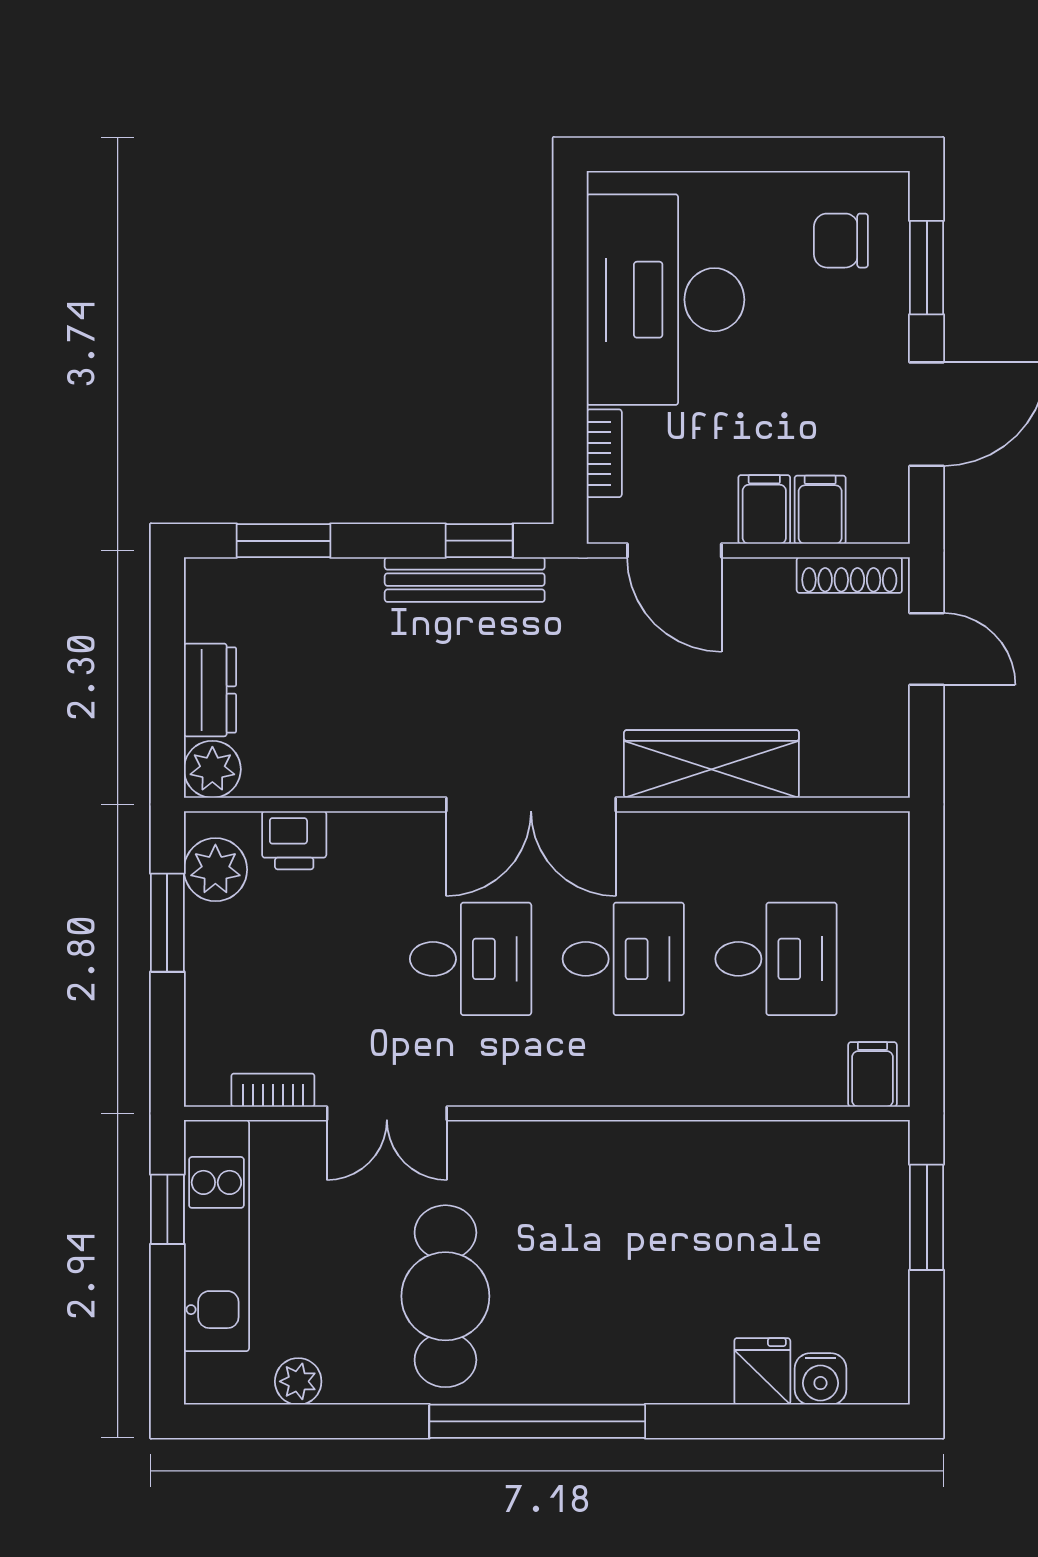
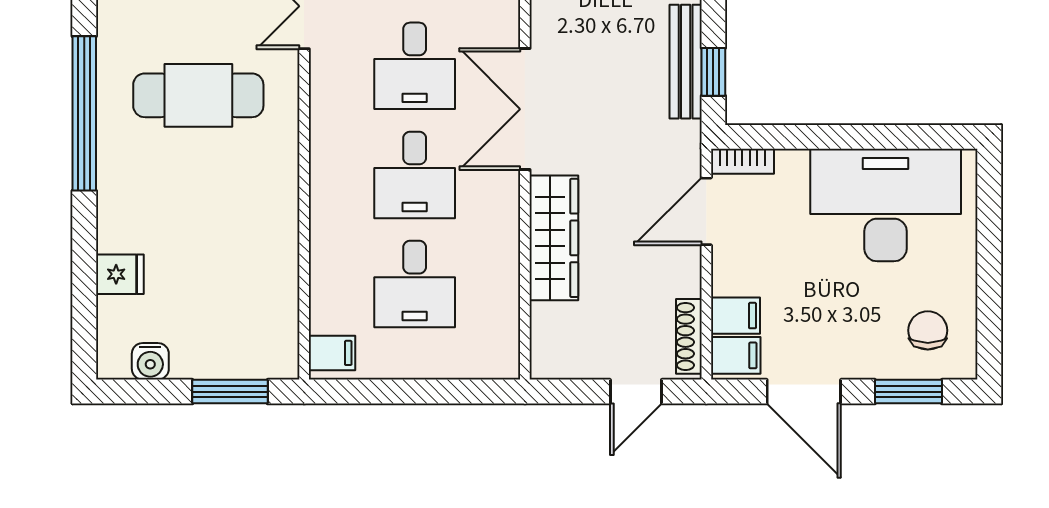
bookcase: (604, 453) -> (742, 161), moved
filing cabinet: (764, 509) -> (736, 355), moved
cafe table: (445, 1296) -> (198, 95), moved
water cooler: (820, 1379) -> (150, 361), moved, turned -90

